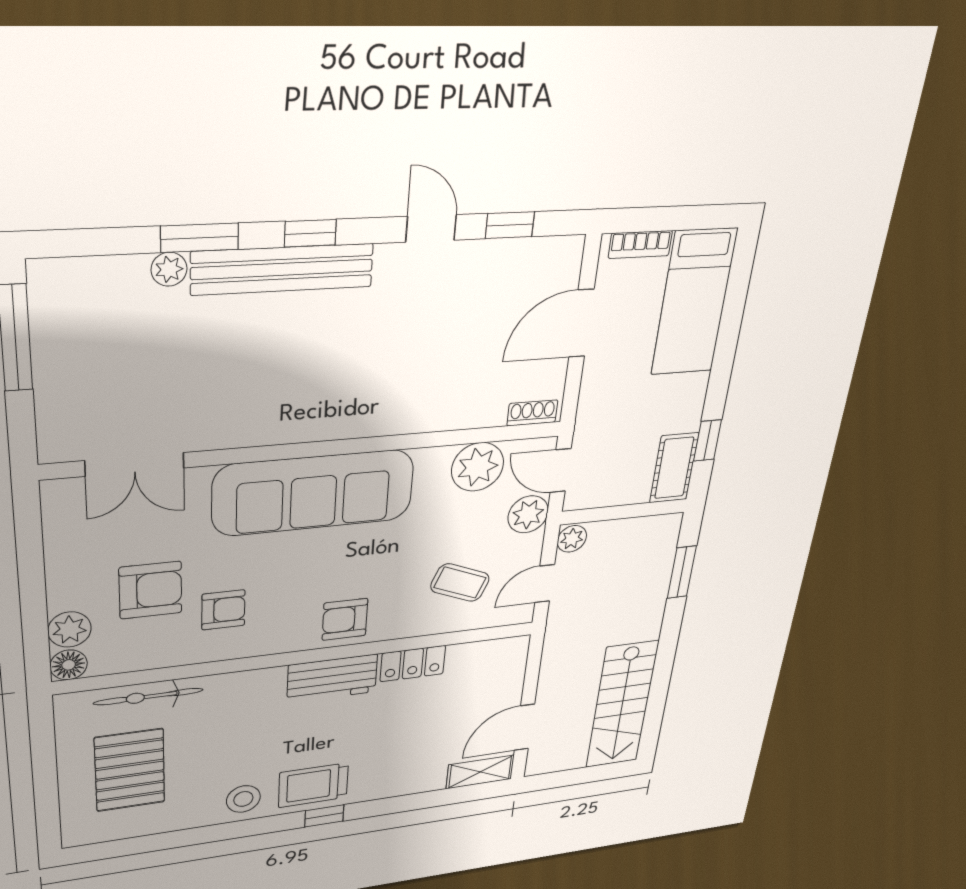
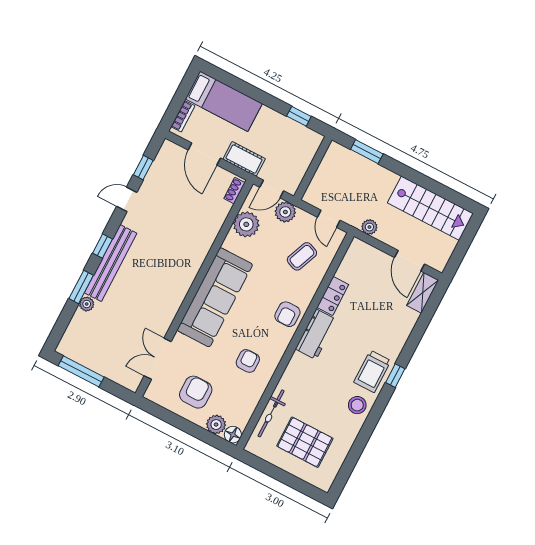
double door: (135, 464) -> (158, 359), swing flipped
cot: (674, 468) -> (244, 159), moved
plant: (572, 539) -> (369, 227), moved
armchair: (151, 590) -> (196, 392), moved

